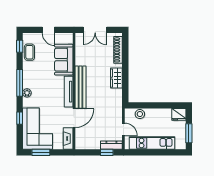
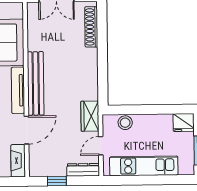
wardrobe: (116, 78) -> (90, 116), moved
door: (123, 129) -> (101, 146), swing flipped
window: (107, 152) -> (57, 181), moved

